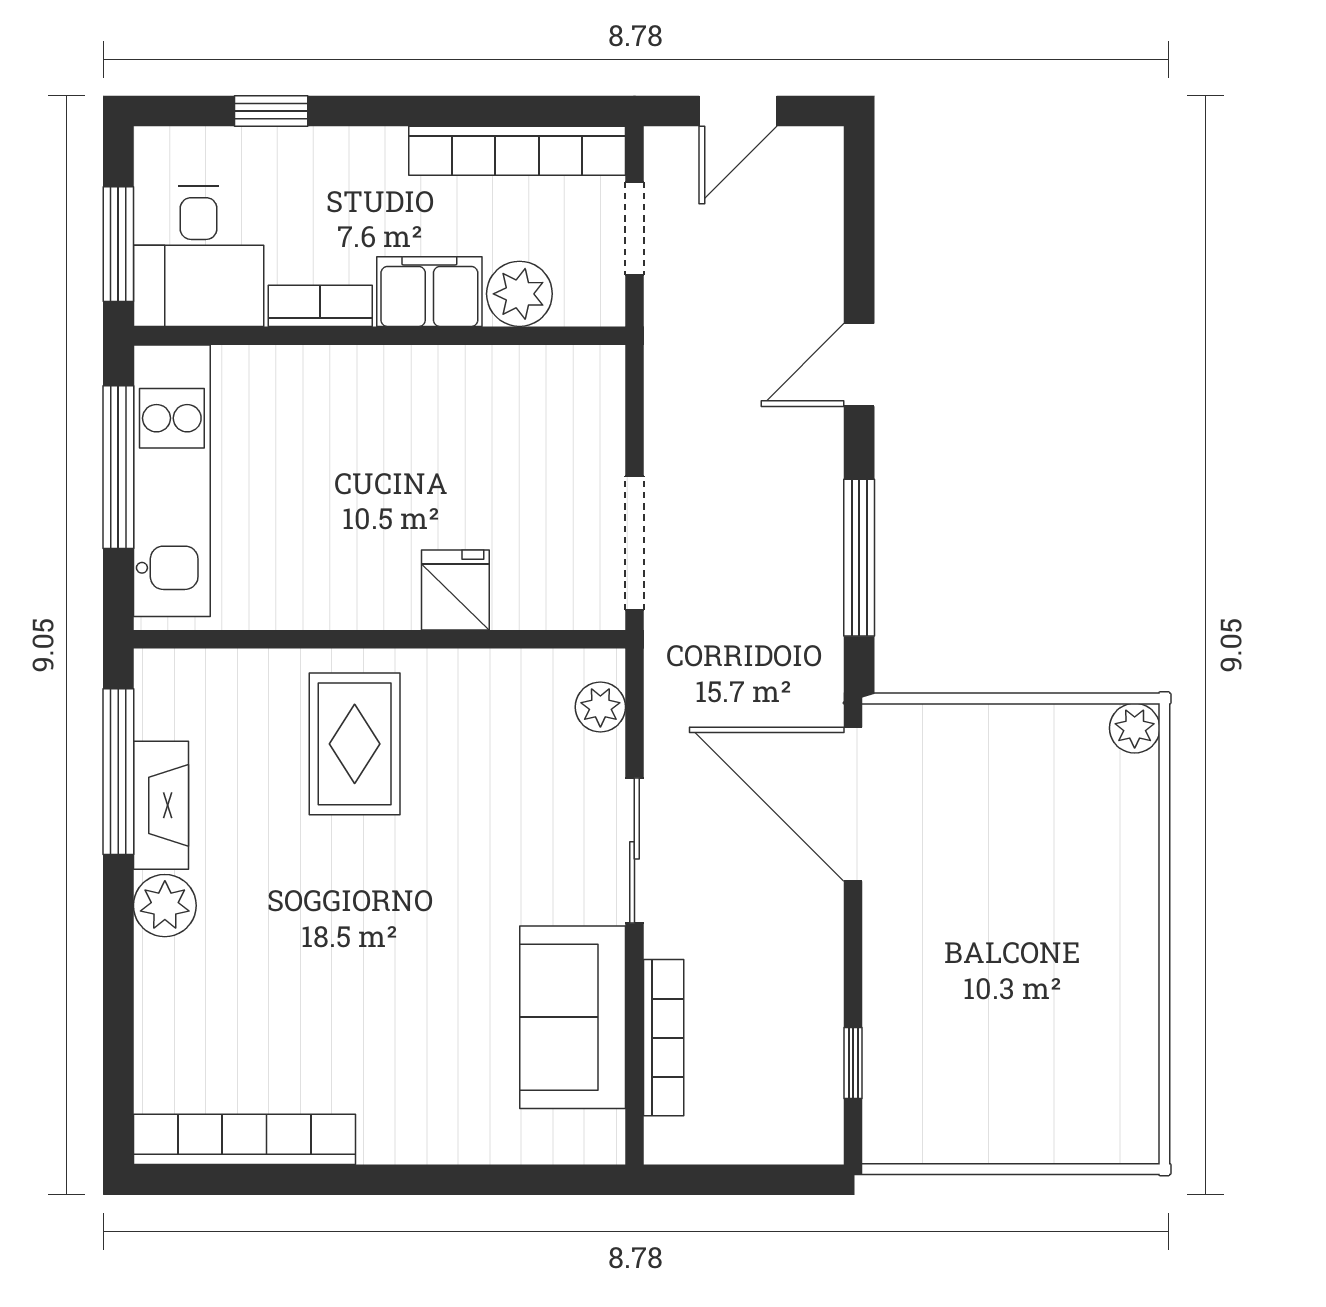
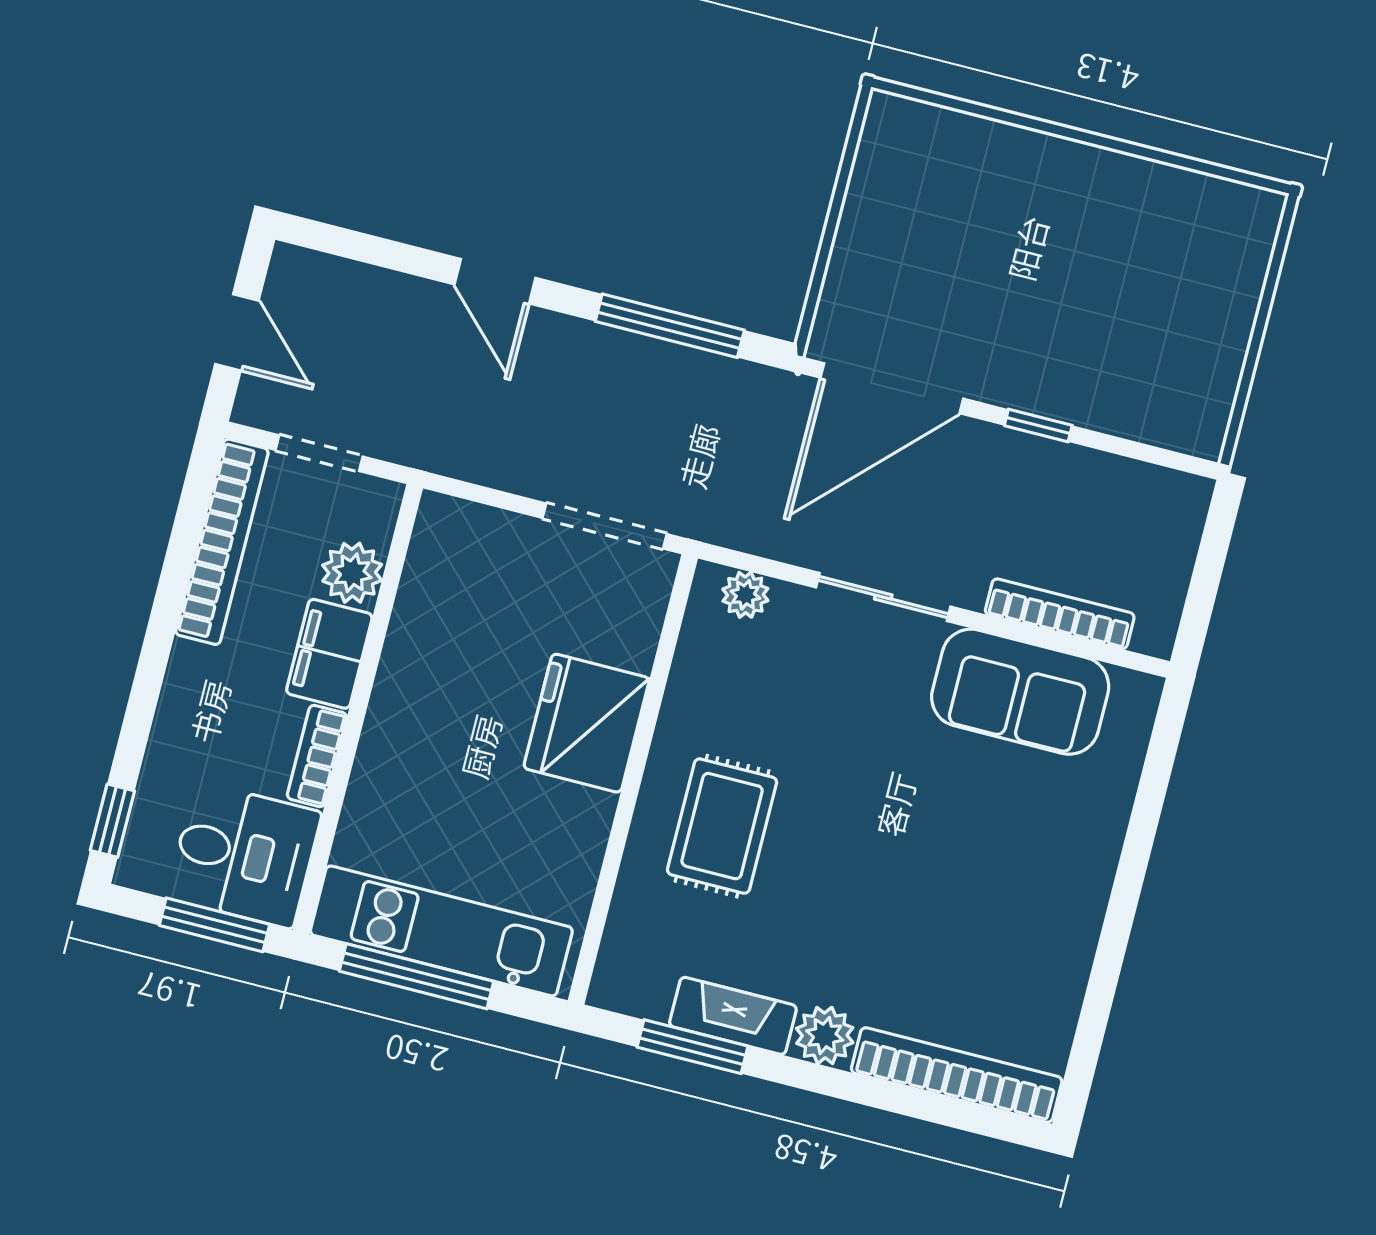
window: (271, 111) -> (112, 821), moved
fridge: (455, 590) -> (587, 723), width x1.88, depth x1.34
plant: (1135, 728) -> (888, 115), removed
rug: (355, 744) -> (722, 826), turned 90
window: (118, 772) -> (693, 1047), width x0.69
window: (853, 1063) -> (1038, 426), moved
bookcase: (244, 1139) -> (957, 1075), moved, turned 90

